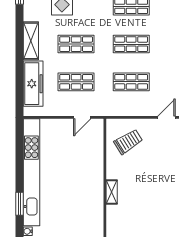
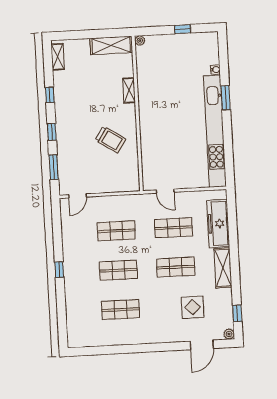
door: (82, 117) -> (165, 191), swing flipped
trolley: (128, 142) -> (110, 140), moved, turned -115
shelving: (112, 192) -> (129, 90), moved

